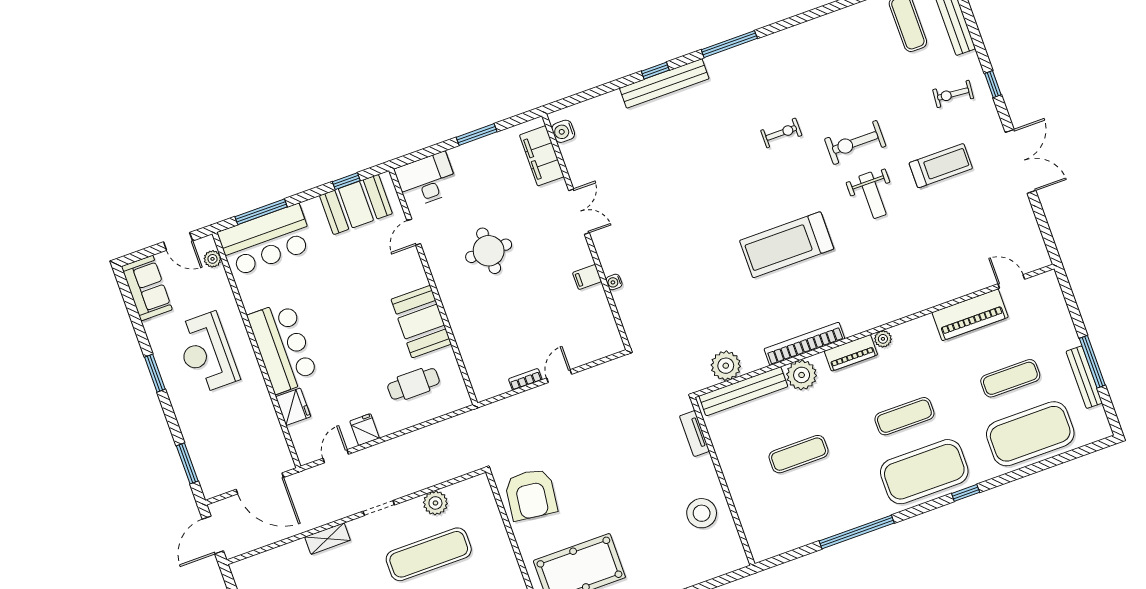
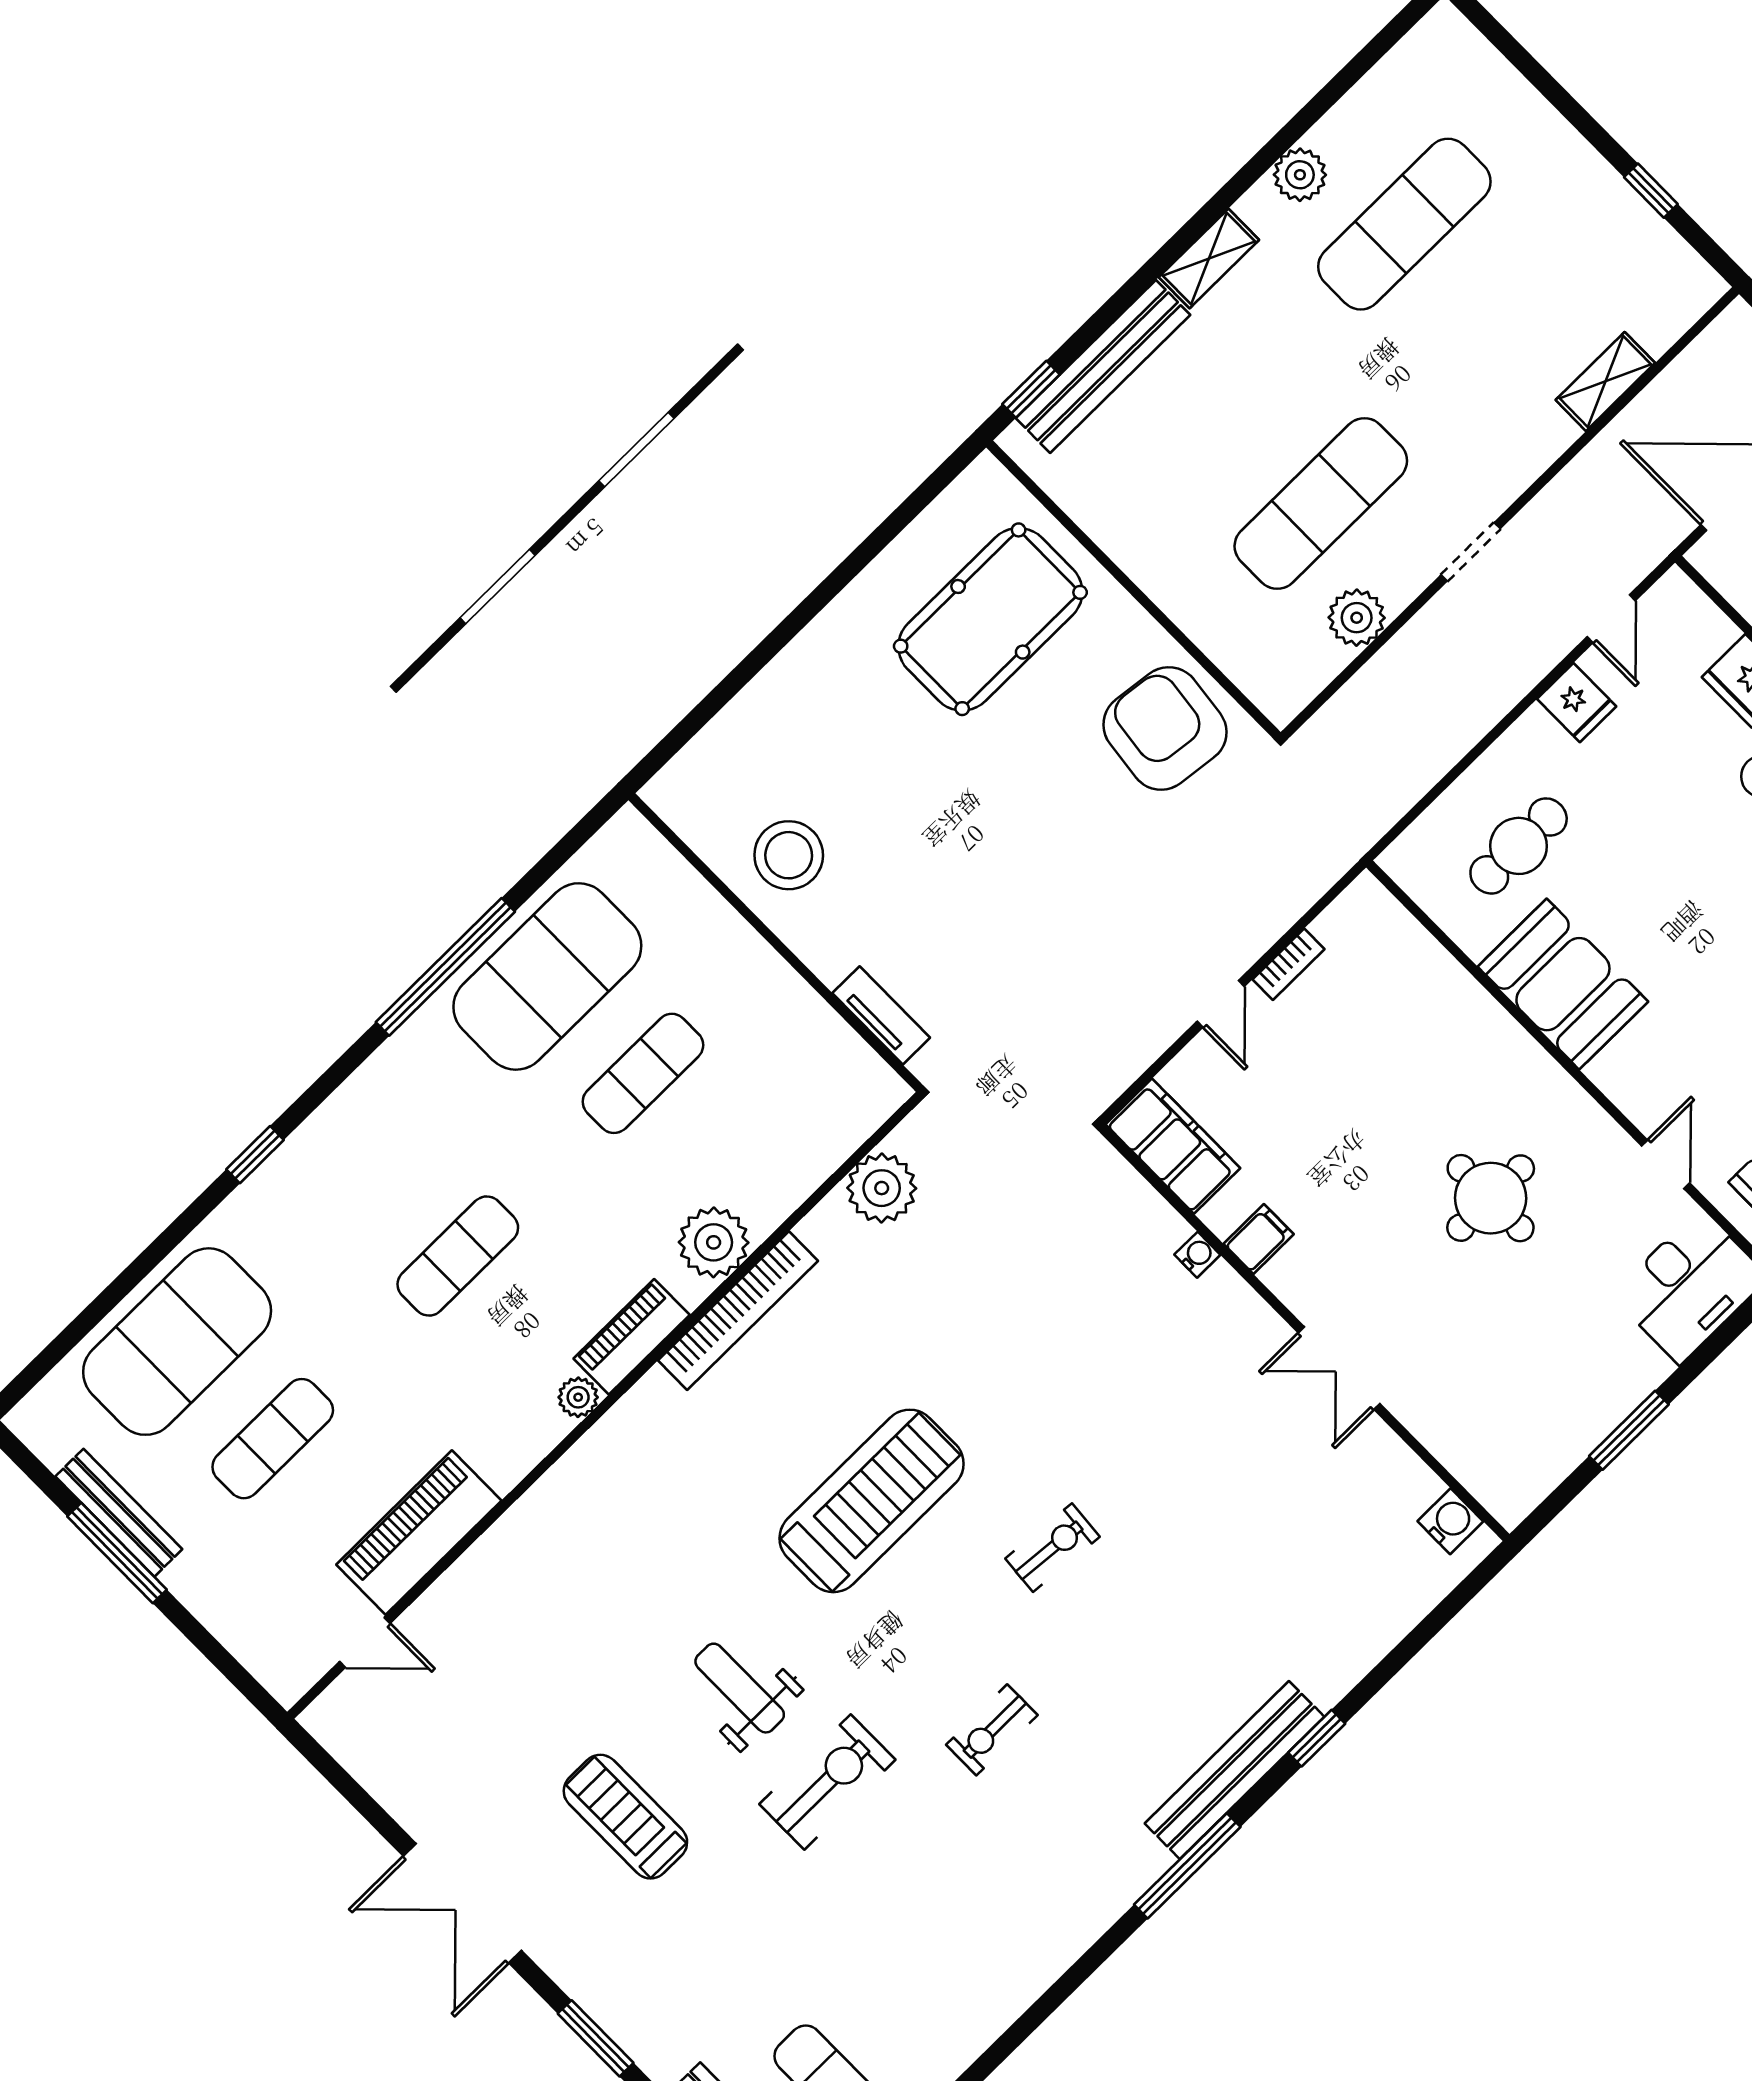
bench: (664, 83) -> (1234, 1770), moved
window: (993, 84) -> (596, 2038), width x1.50
exercise bike: (953, 94) -> (1052, 1548), moved
filing cabinet: (542, 156) -> (1173, 1146), moved
treadmill: (941, 166) -> (625, 1817), turned 90
bench: (743, 391) -> (820, 1152), removed
exercise mat: (924, 472) -> (547, 976), moved
shelving: (328, 539) -> (1605, 381), moved

